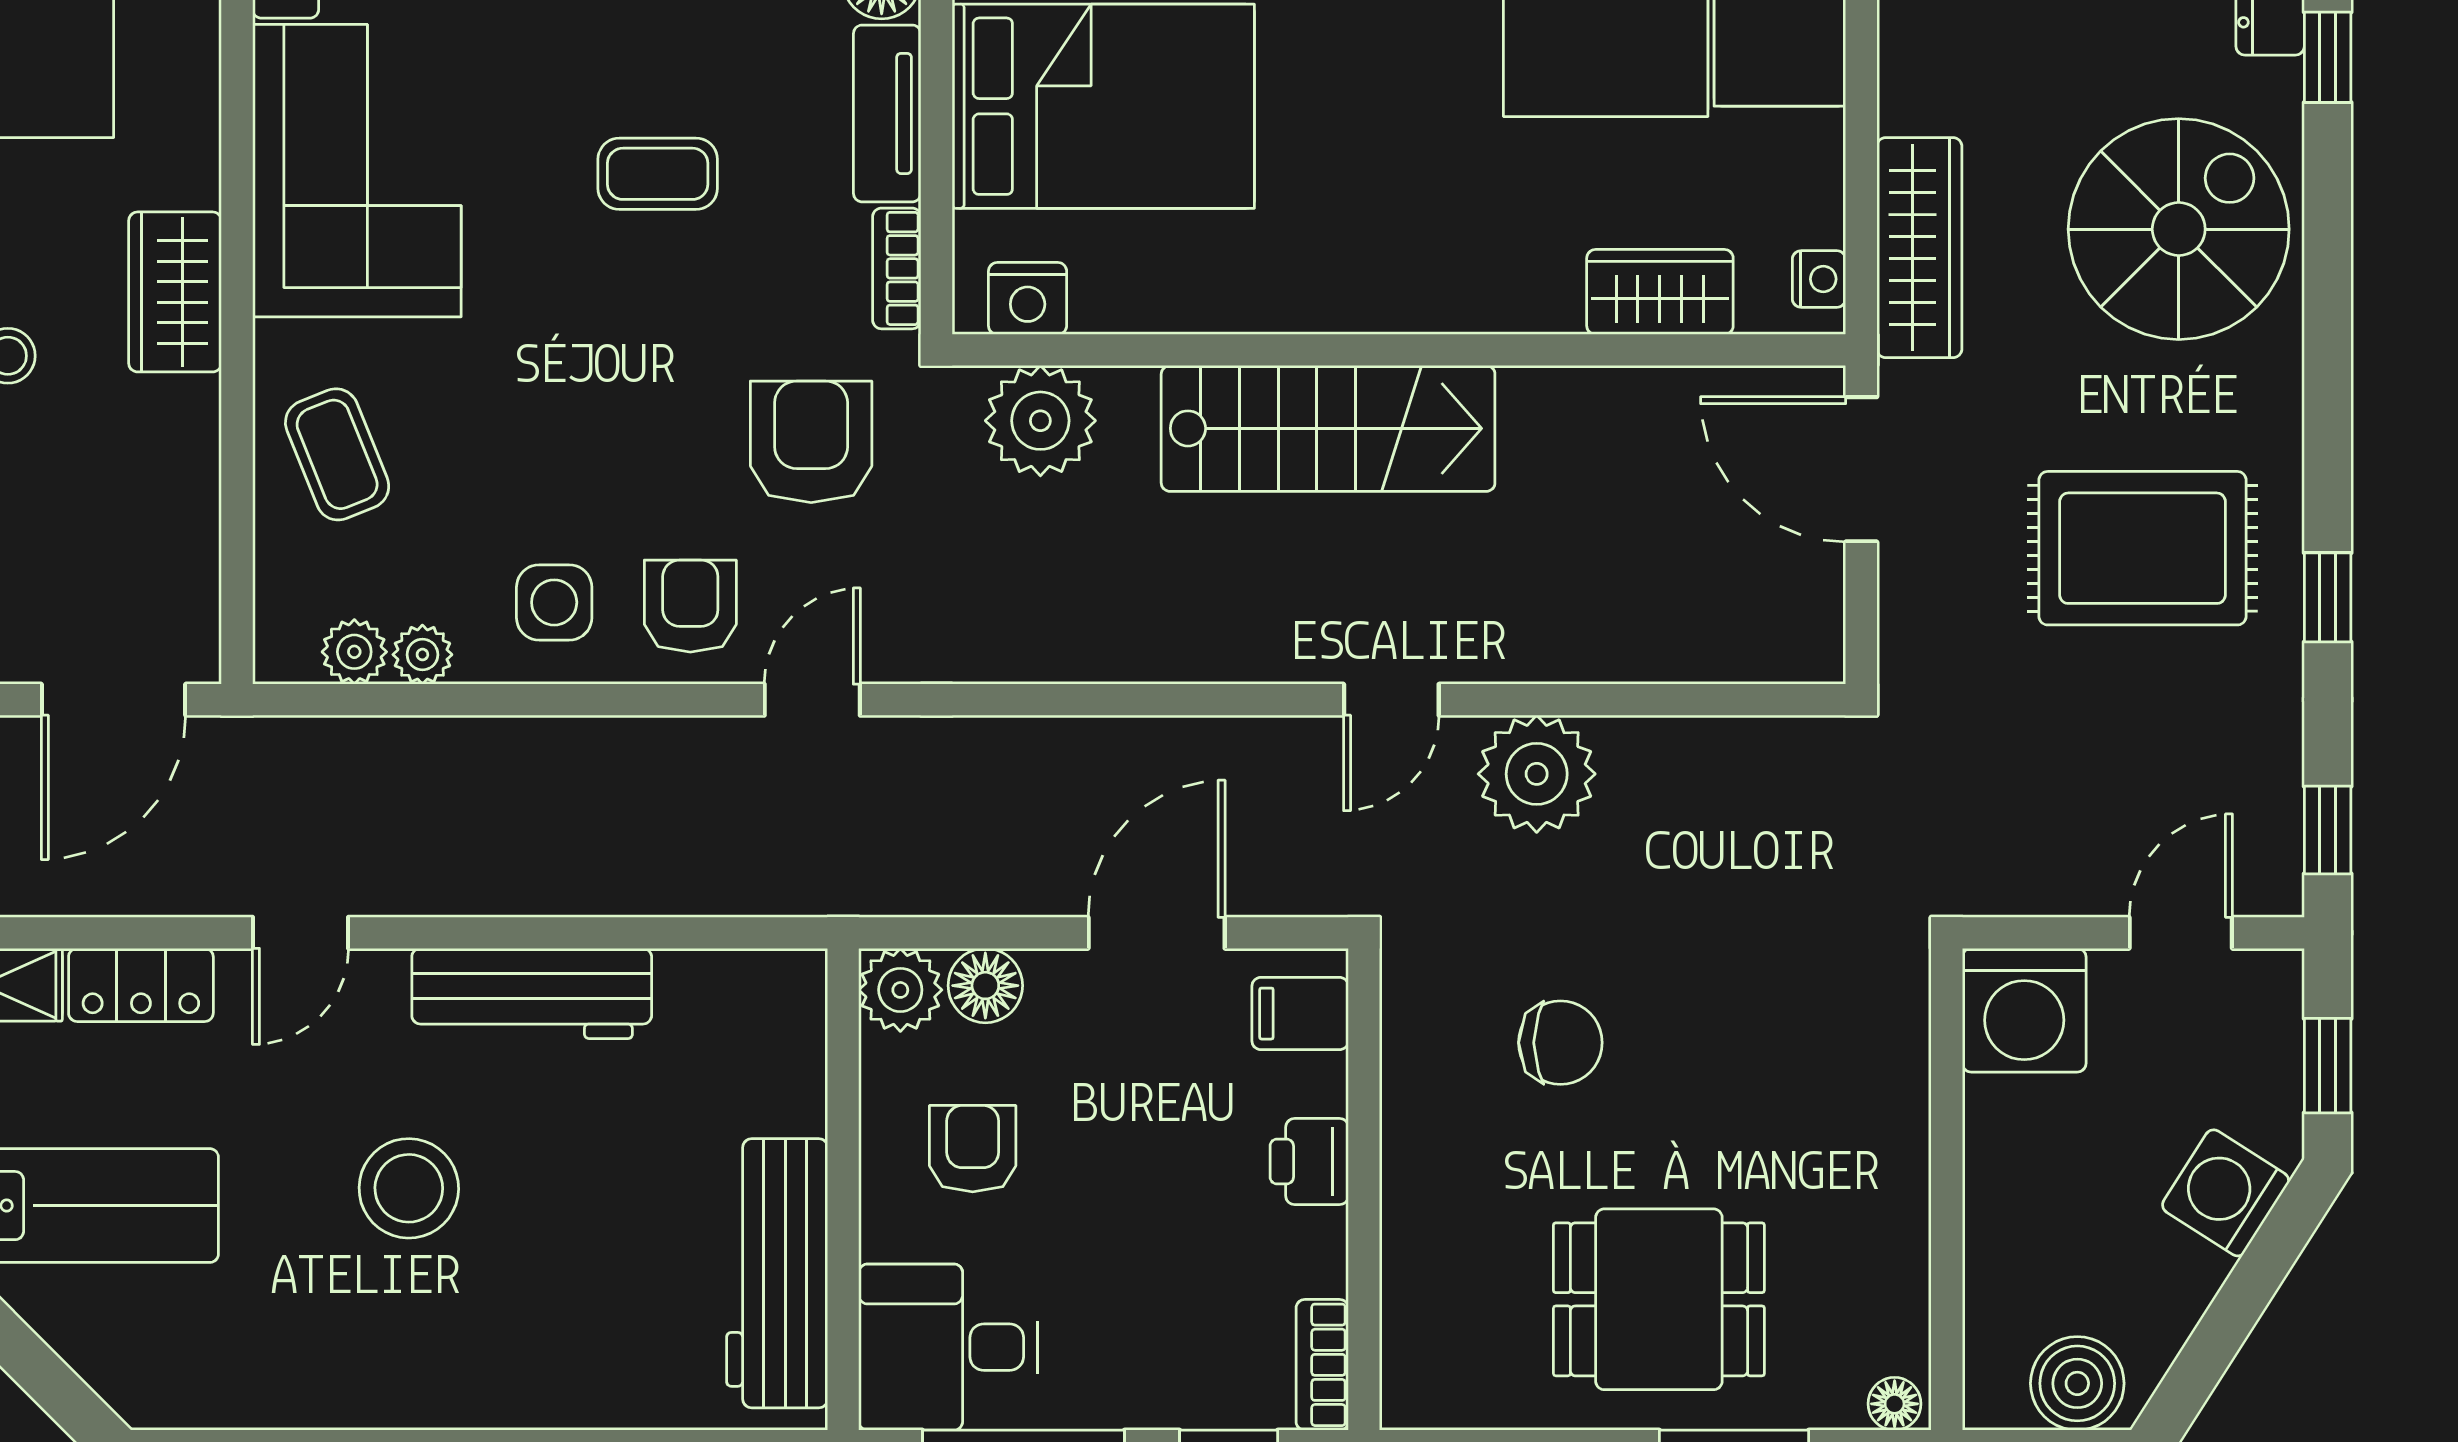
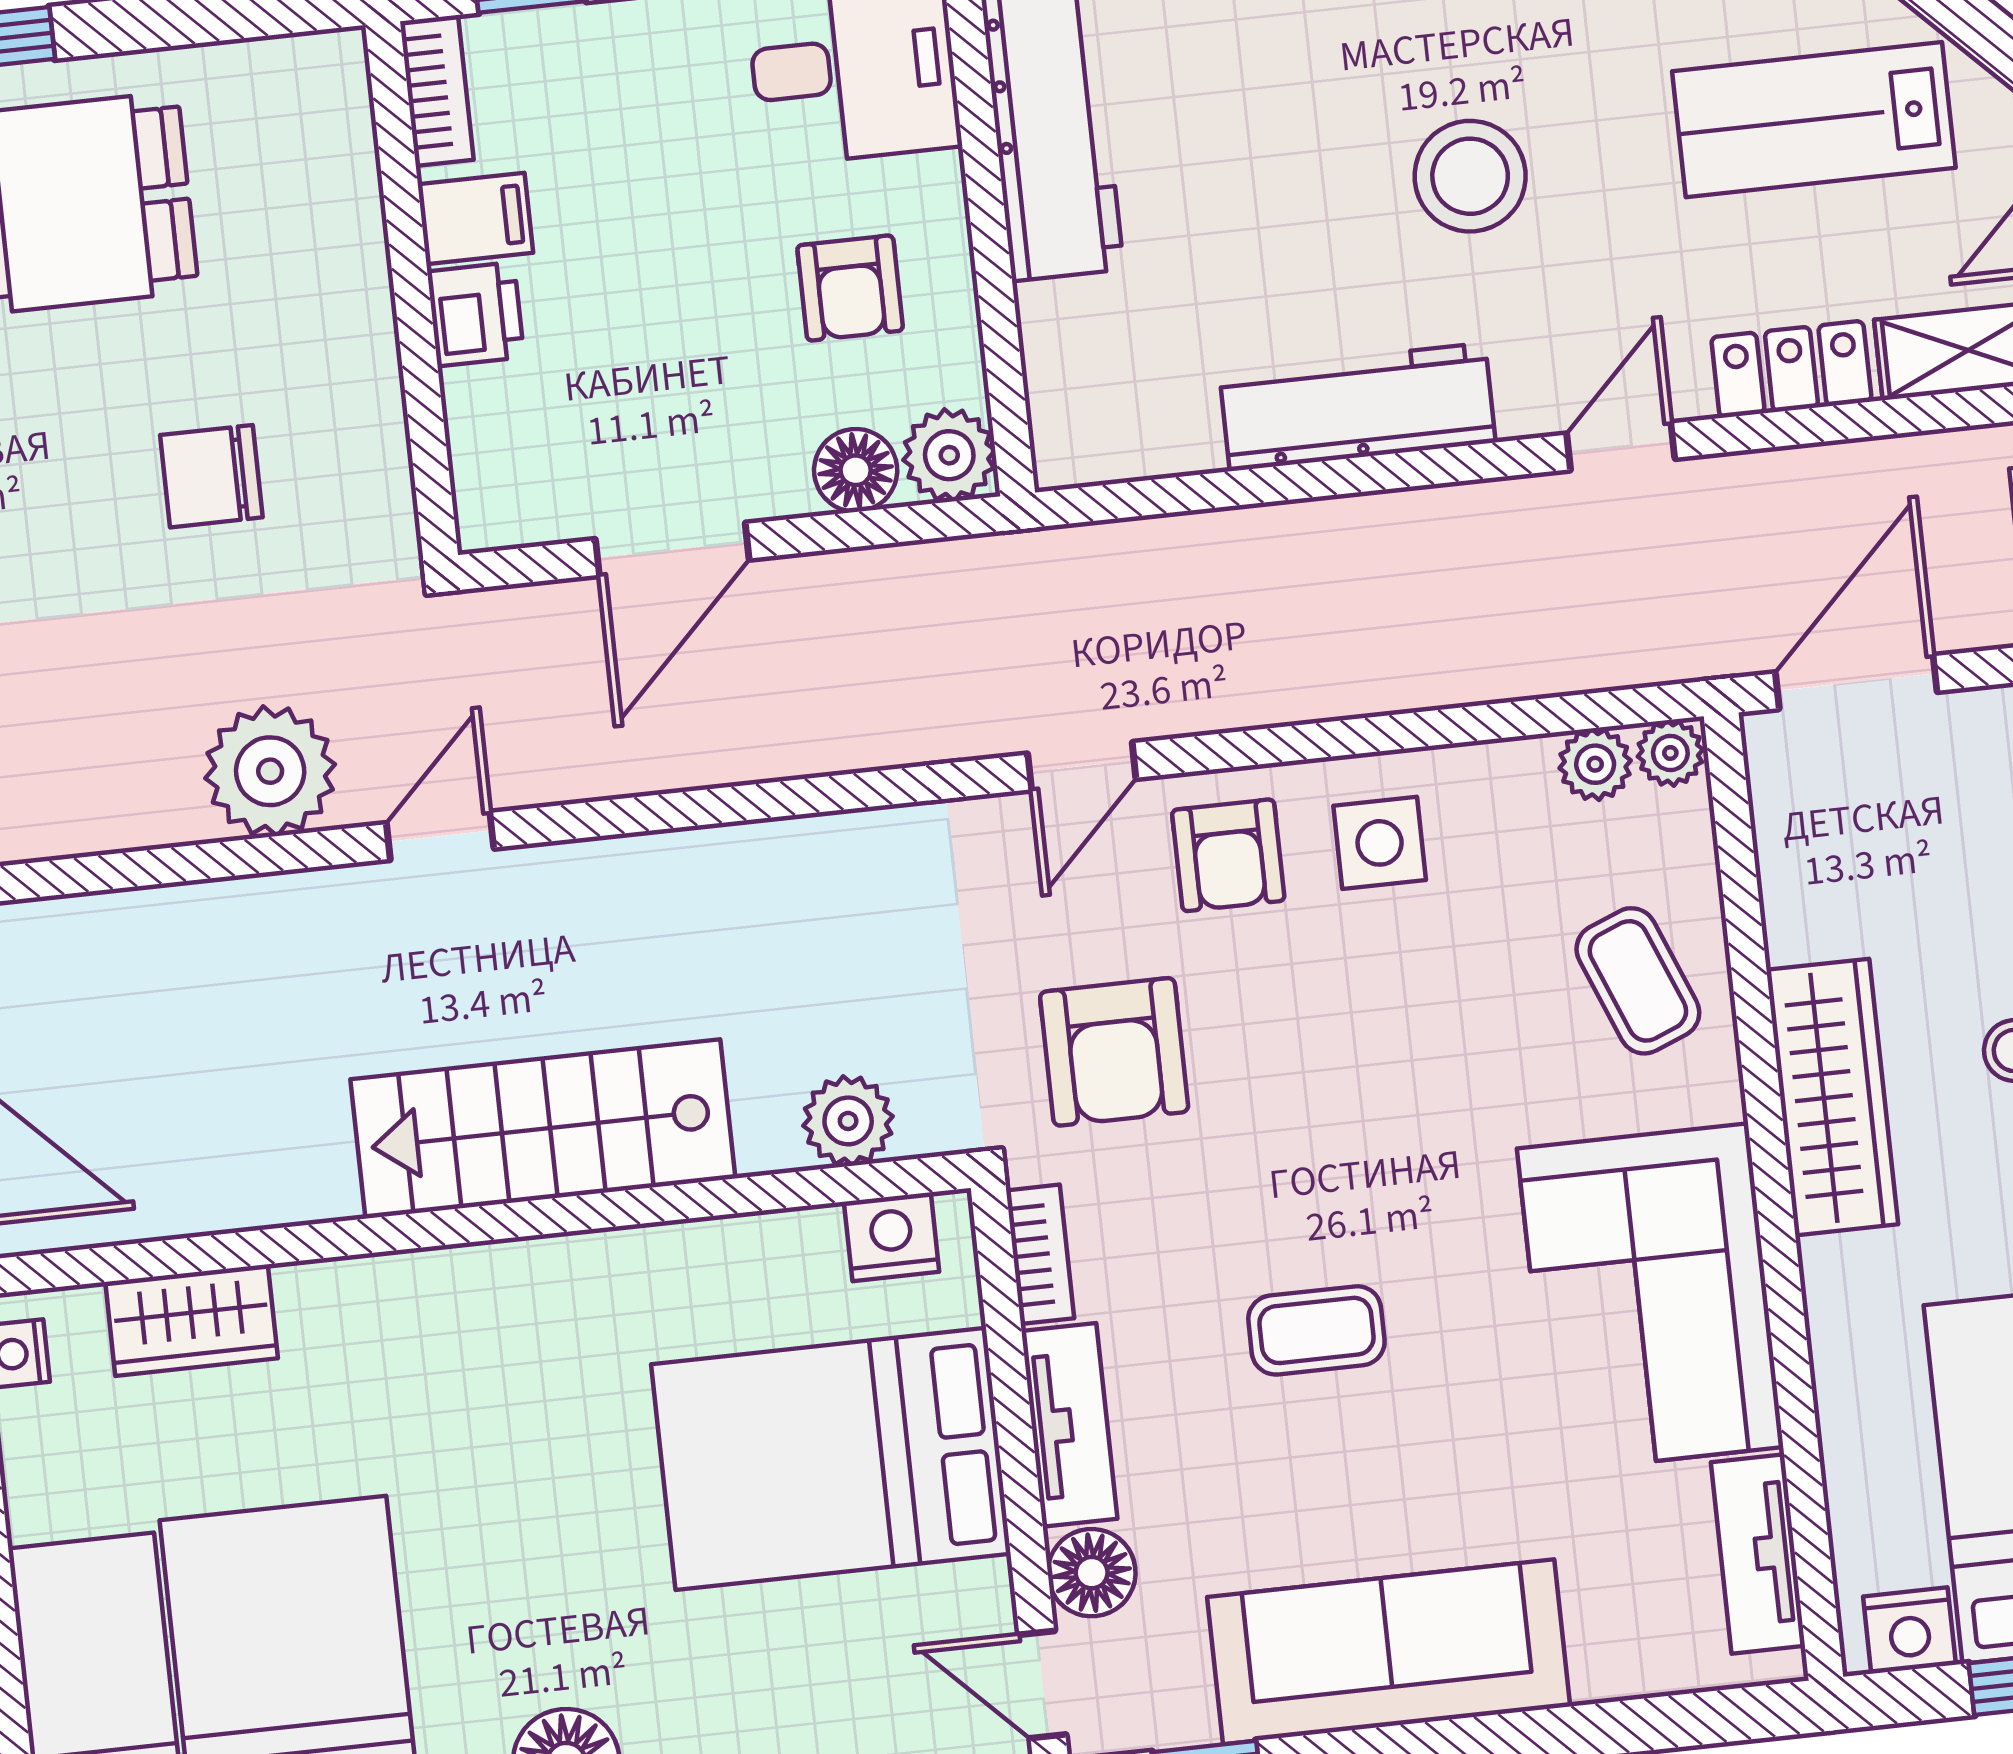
wardrobe: (175, 292) -> (1832, 1097), width x1.50
plant: (1040, 421) -> (848, 1121), width x0.73, depth x0.73
plant: (422, 655) -> (1670, 753), moved
filing cabinet: (1300, 1014) -> (475, 218), moved

